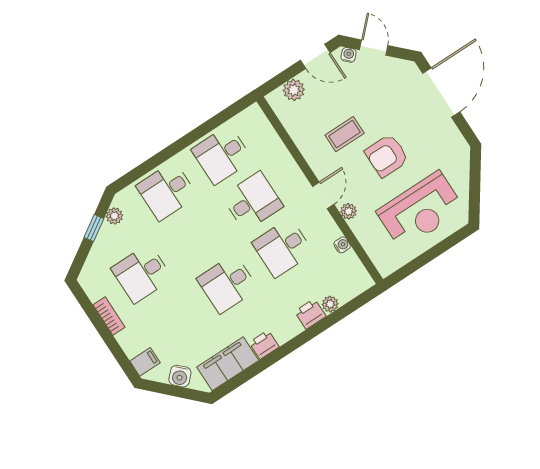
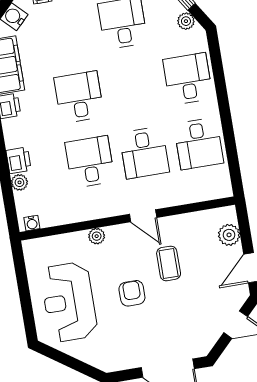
water cooler: (349, 55) -> (239, 299), removed
desk: (222, 155) -> (199, 144), turned 180
armchair: (387, 156) -> (132, 293), width x0.72, depth x0.72
door: (323, 195) -> (143, 216), moved
water cooler: (342, 245) -> (32, 223), moved

